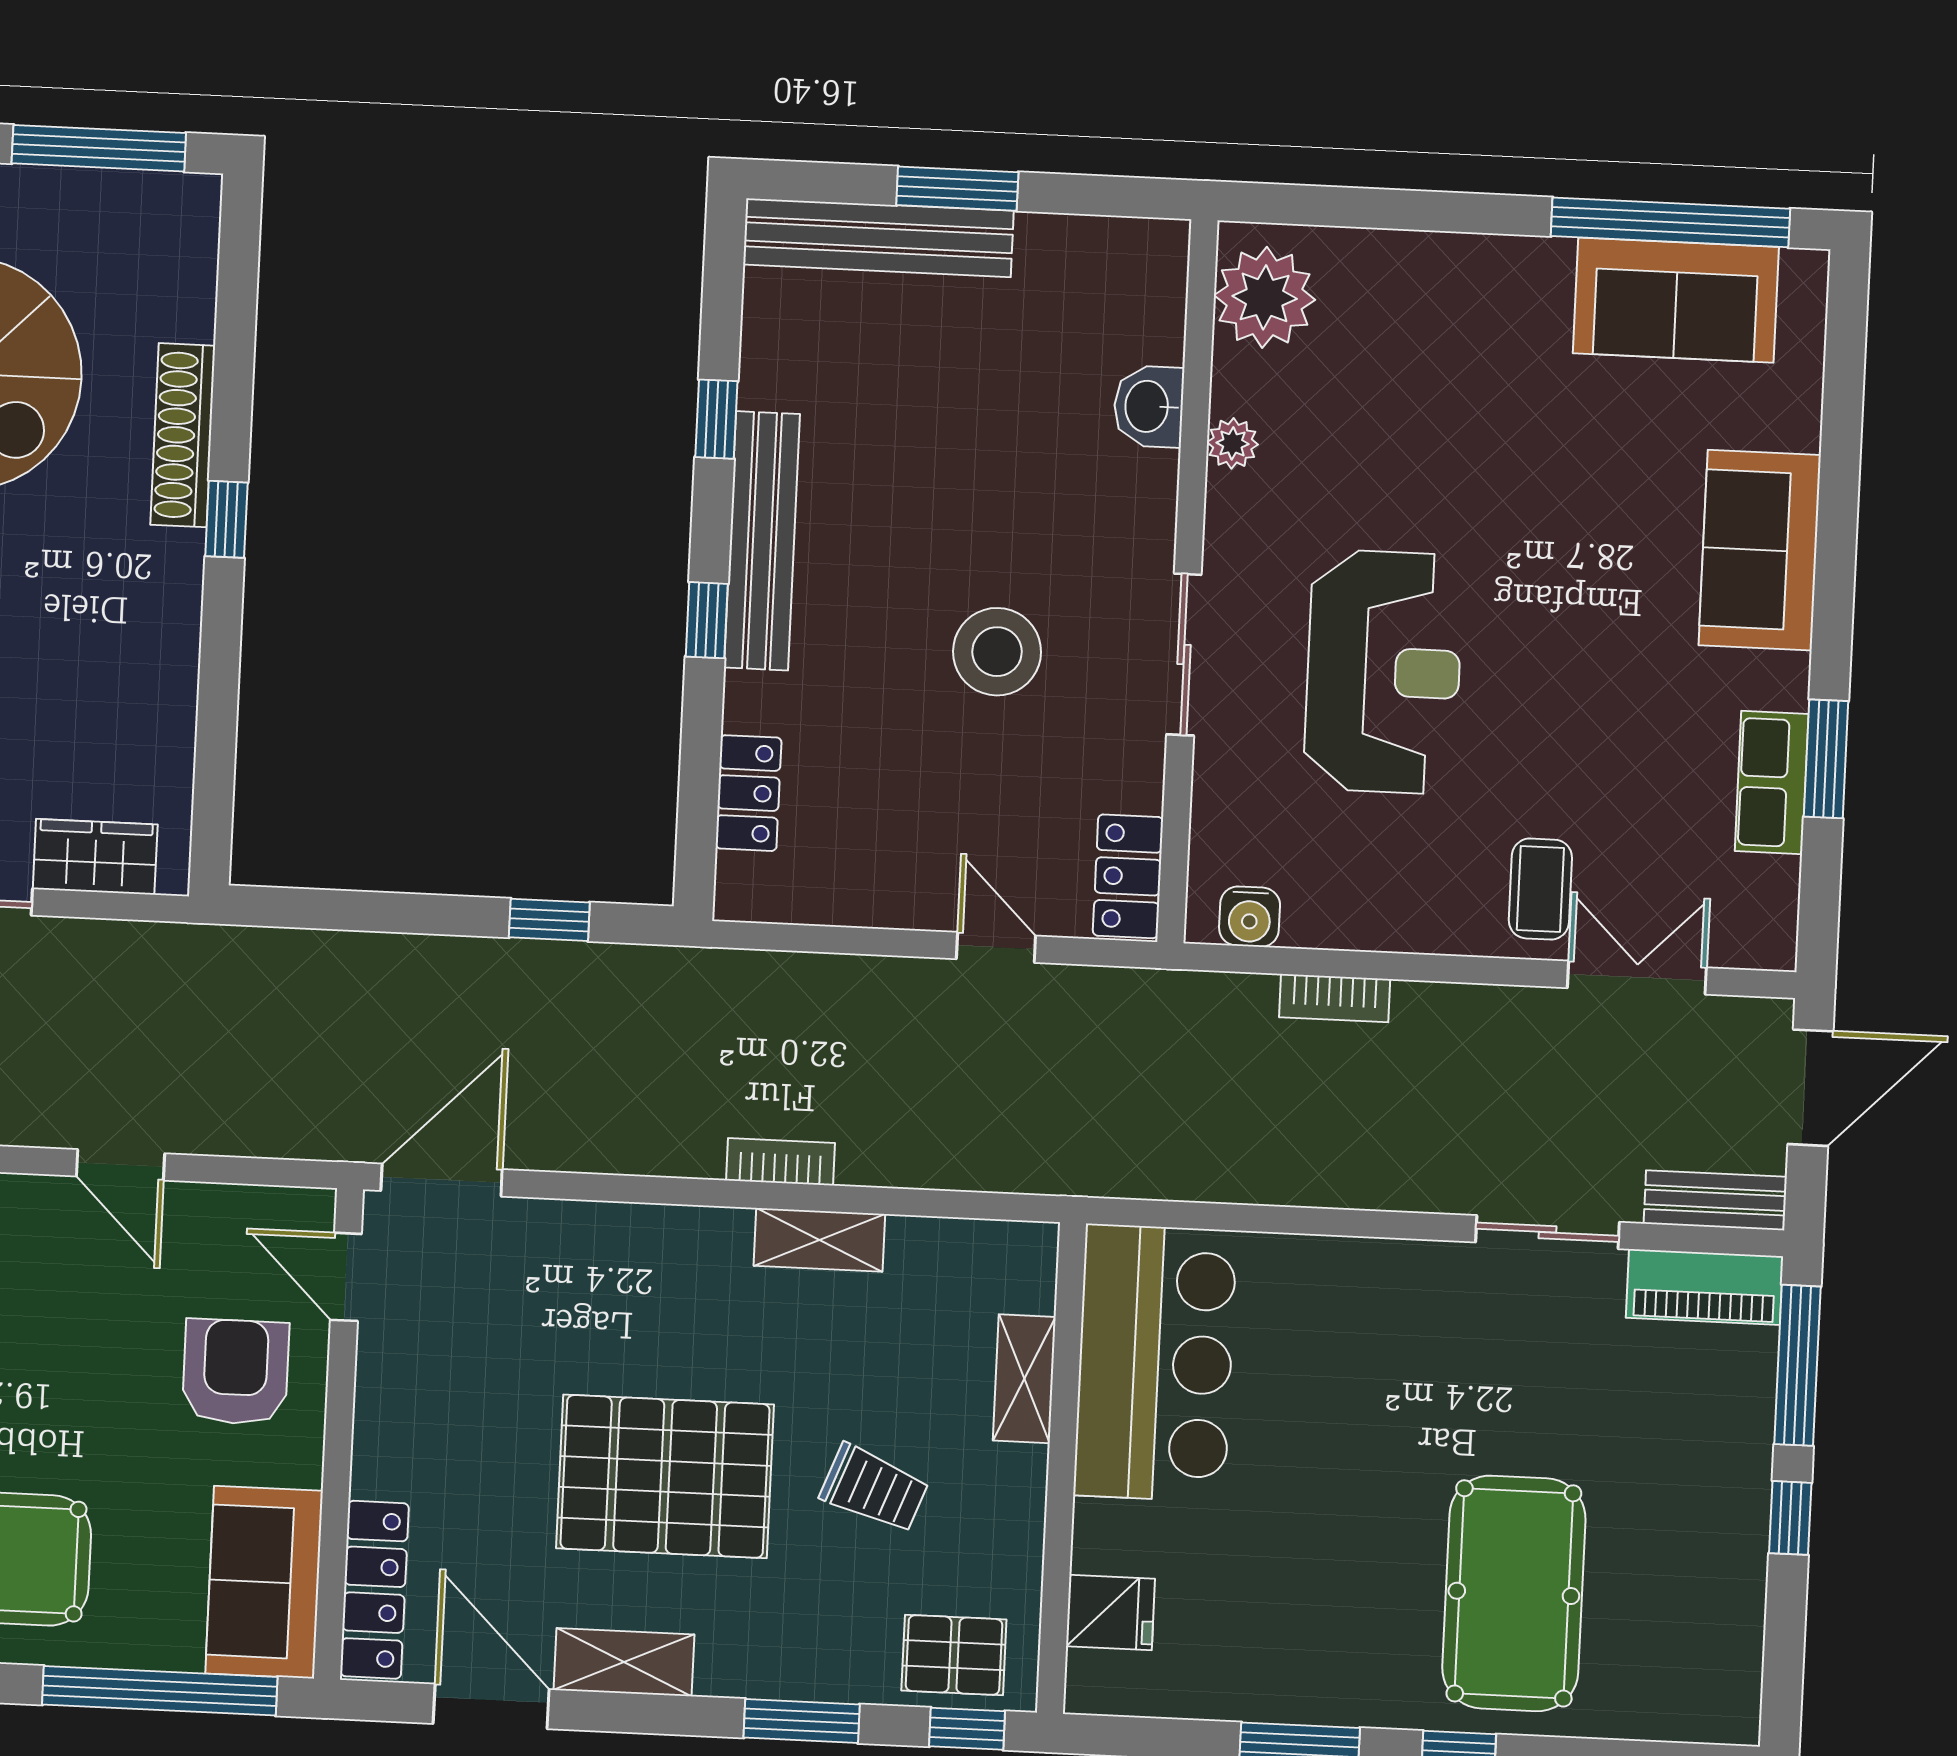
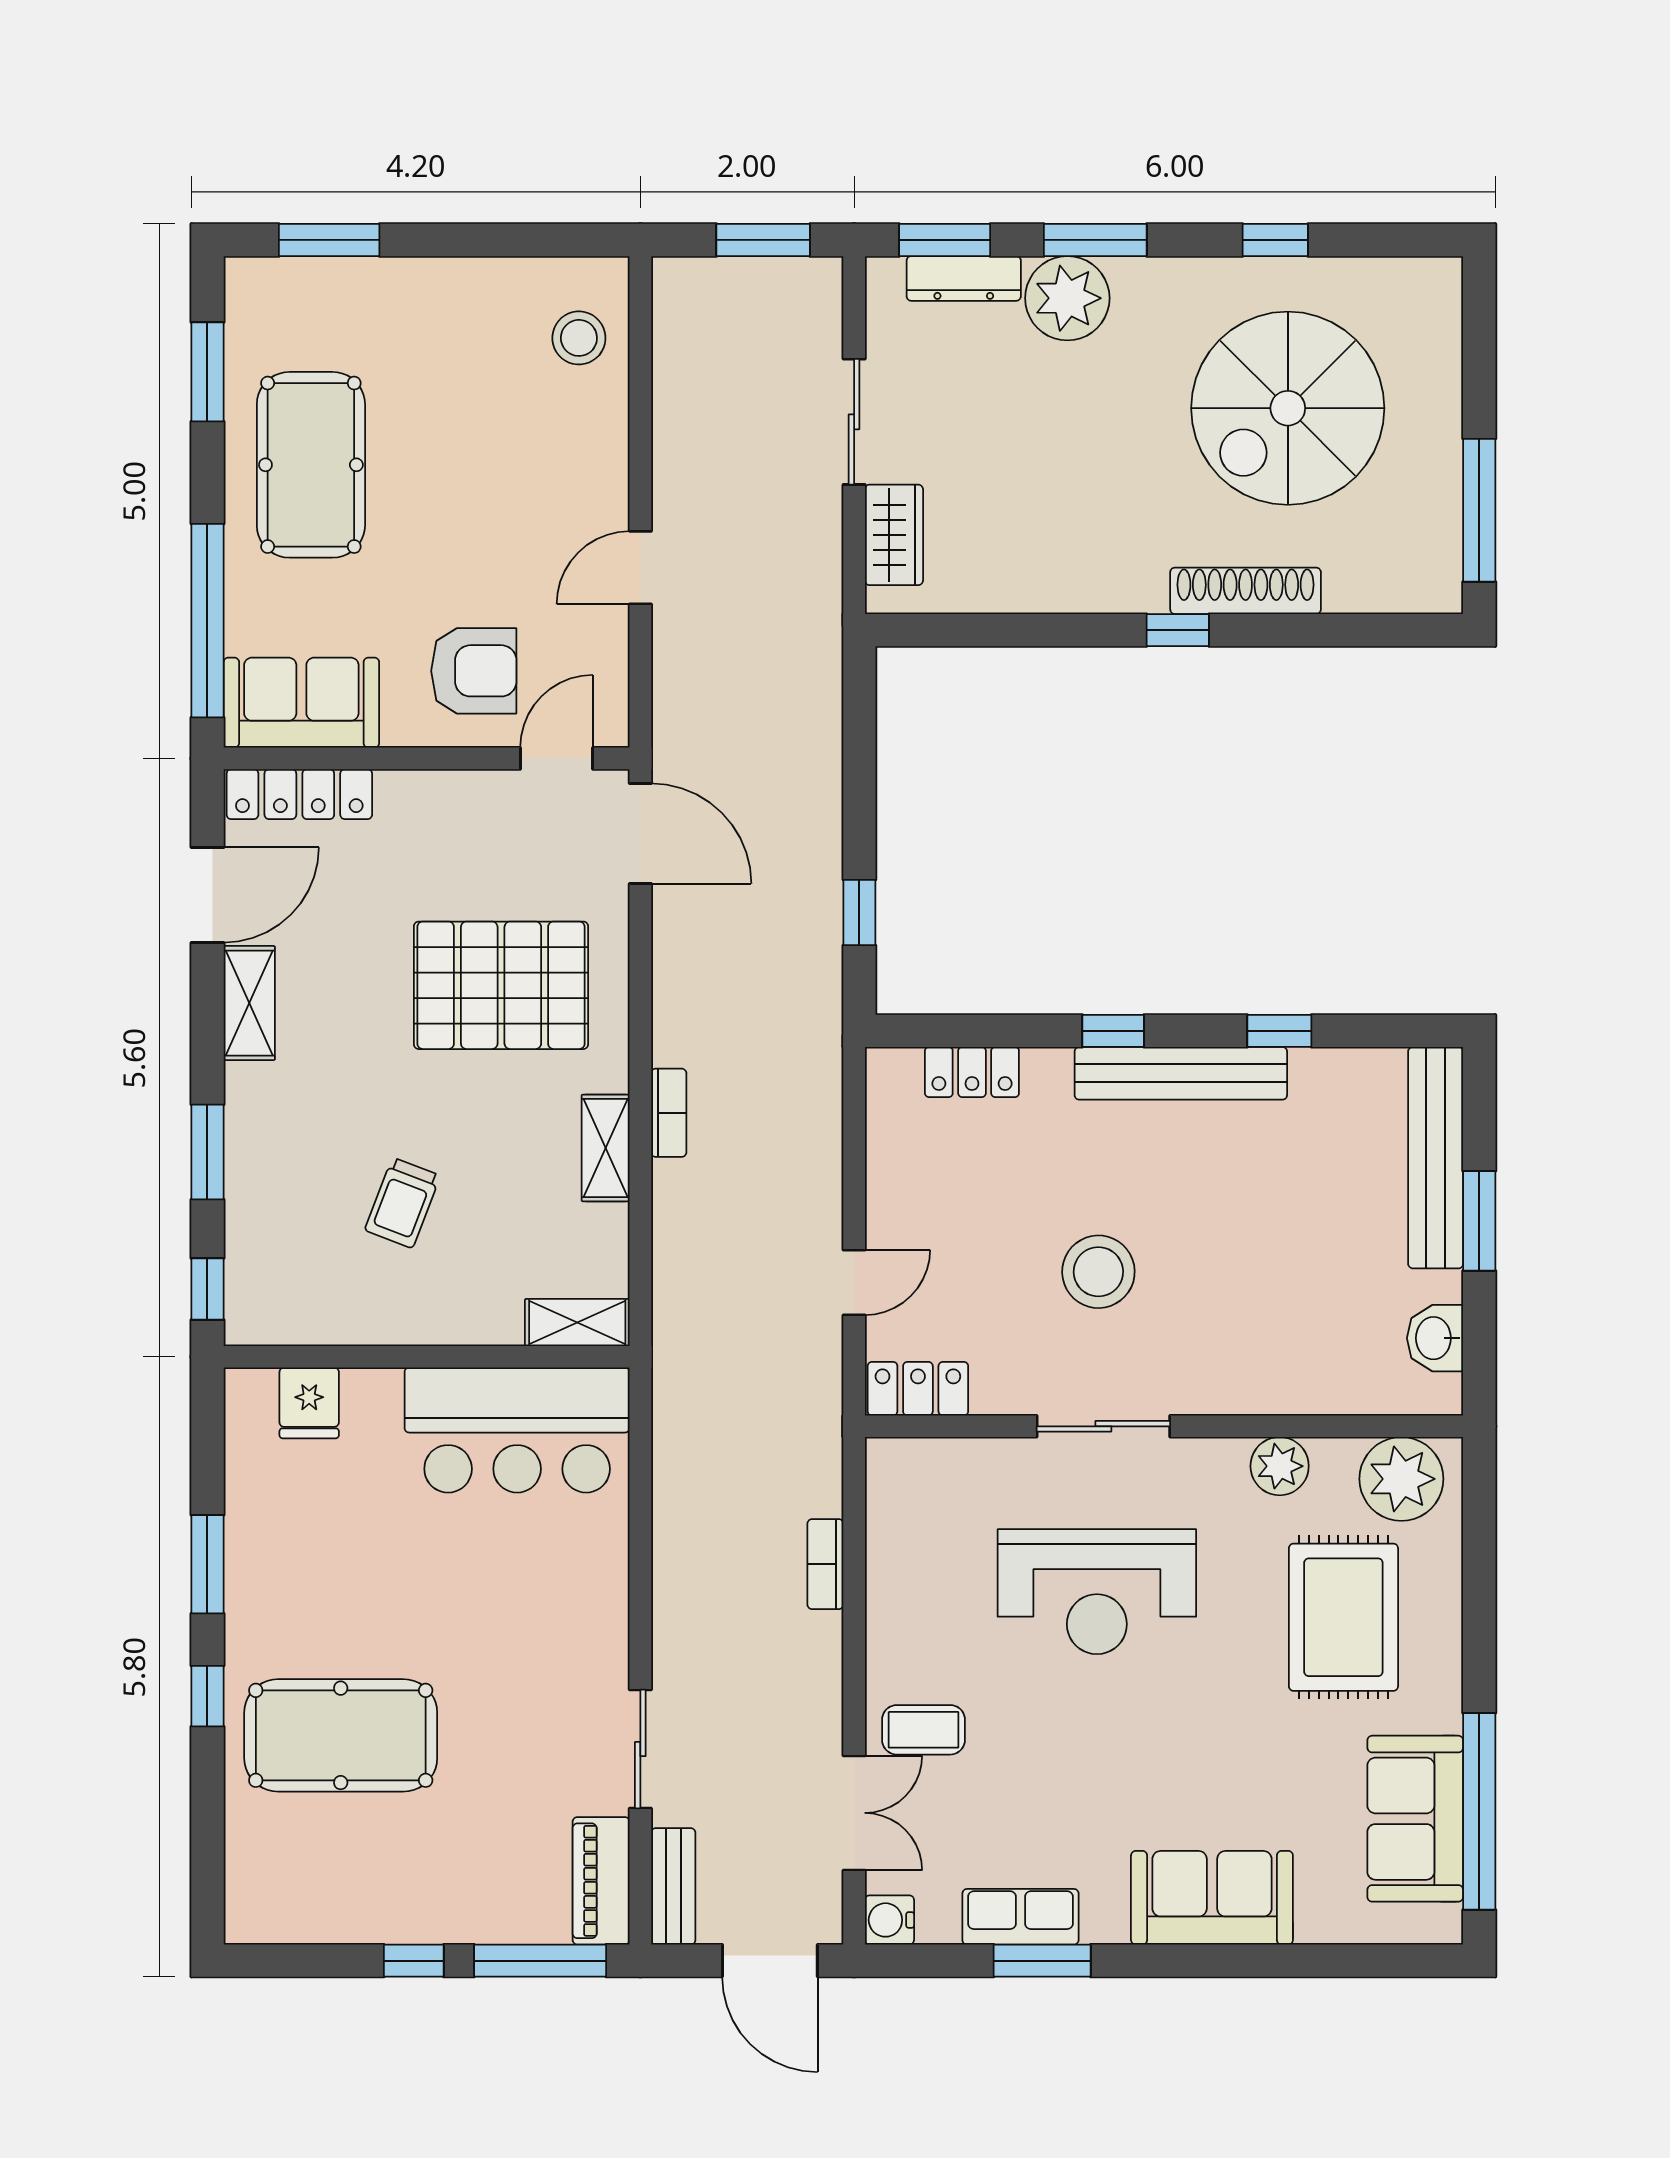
rug: (1428, 375) -> (1343, 1617), added
washbasin: (1149, 406) -> (1435, 1338), moved, turned -90
plant: (1233, 443) -> (1280, 1466), width x1.38, depth x1.38
water cooler: (1250, 917) -> (889, 1920), moved
shelving: (1024, 1379) -> (577, 1323), moved
pallet: (665, 1476) -> (501, 985), moved, turned 90
pallet: (954, 1655) -> (268, 1275), removed

